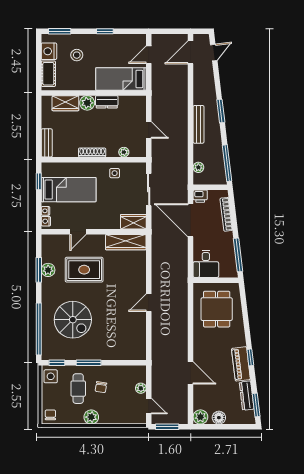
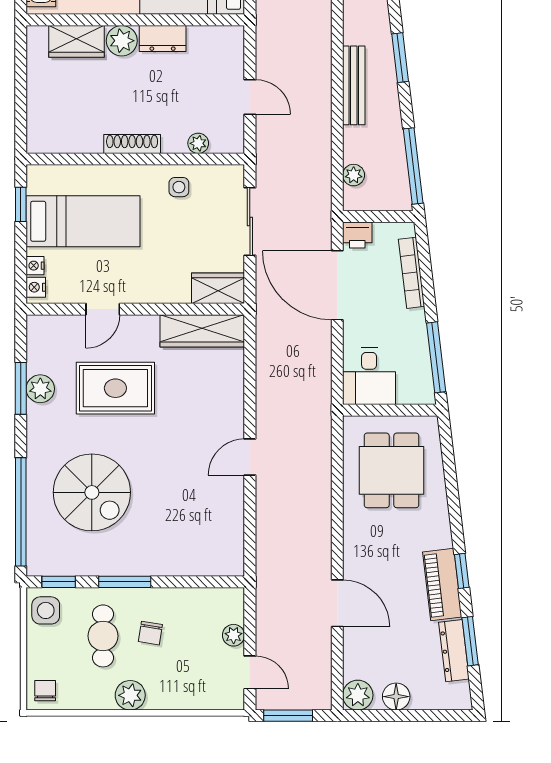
bench: (47, 143) -> (38, 124), removed
window: (256, 405) -> (470, 641), moved

